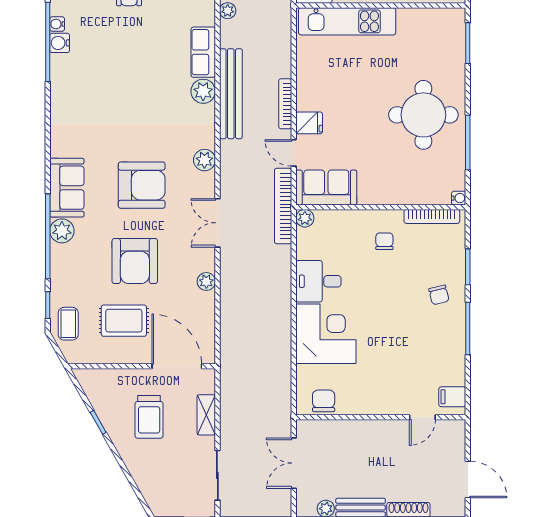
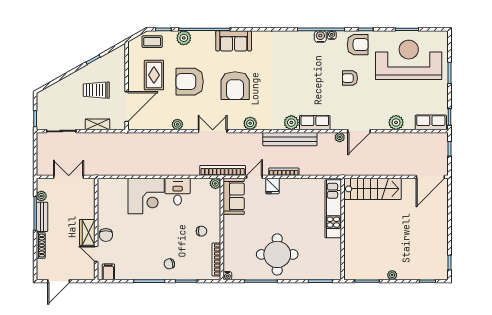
plant: (62, 231) -> (184, 38), moved
chair: (324, 401) -> (106, 235), moved, turned 90
wardrobe: (387, 432) -> (87, 232), added

